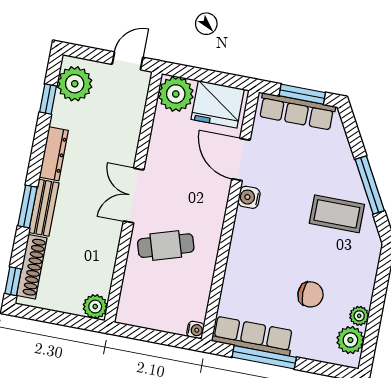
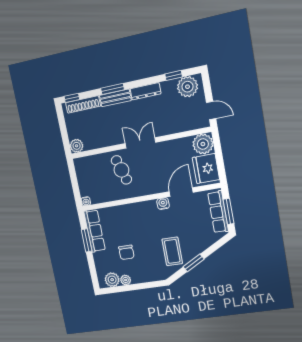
window: (370, 185) -> (194, 263), width x0.69
window: (264, 357) -> (87, 240), width x0.69

